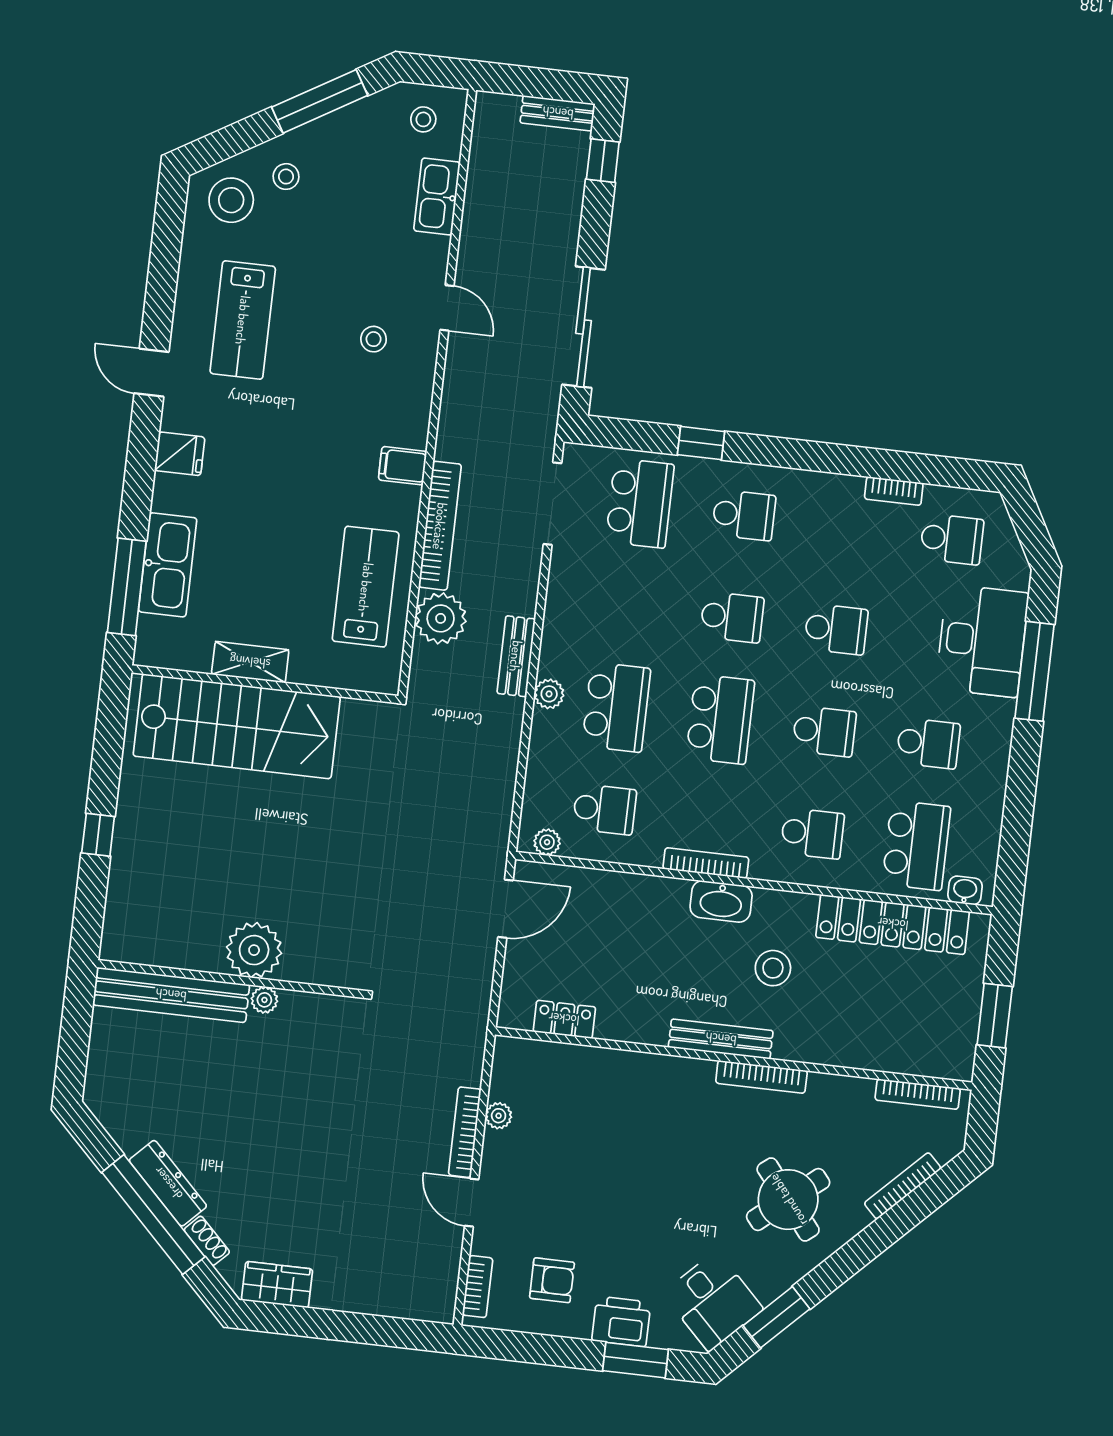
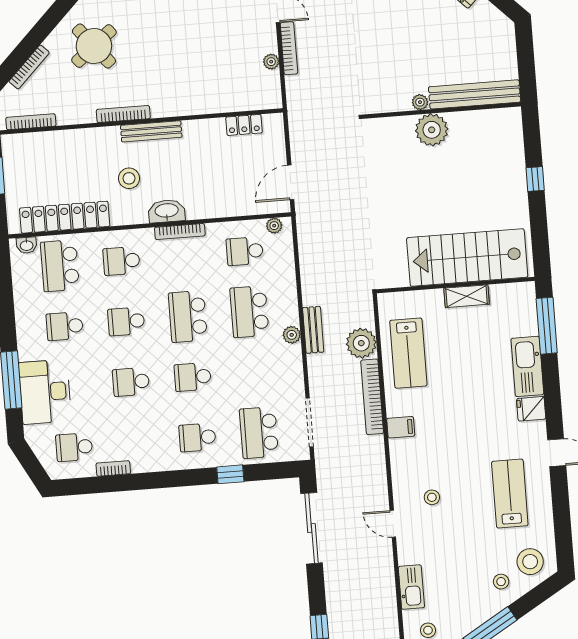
kitchen sink: (168, 565) -> (527, 366), moved
plant: (549, 694) -> (292, 335), moved

